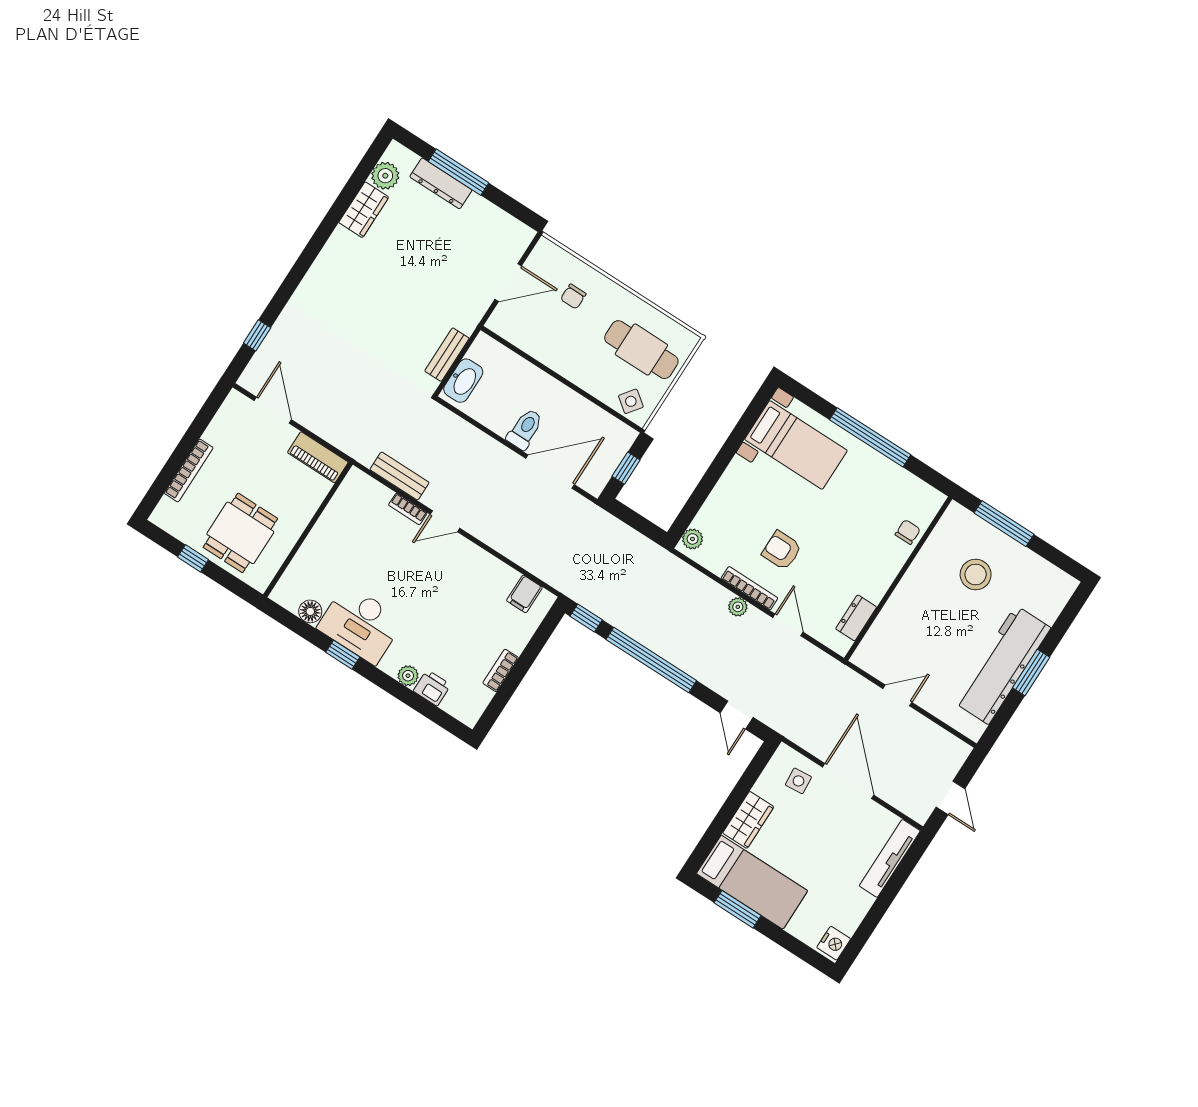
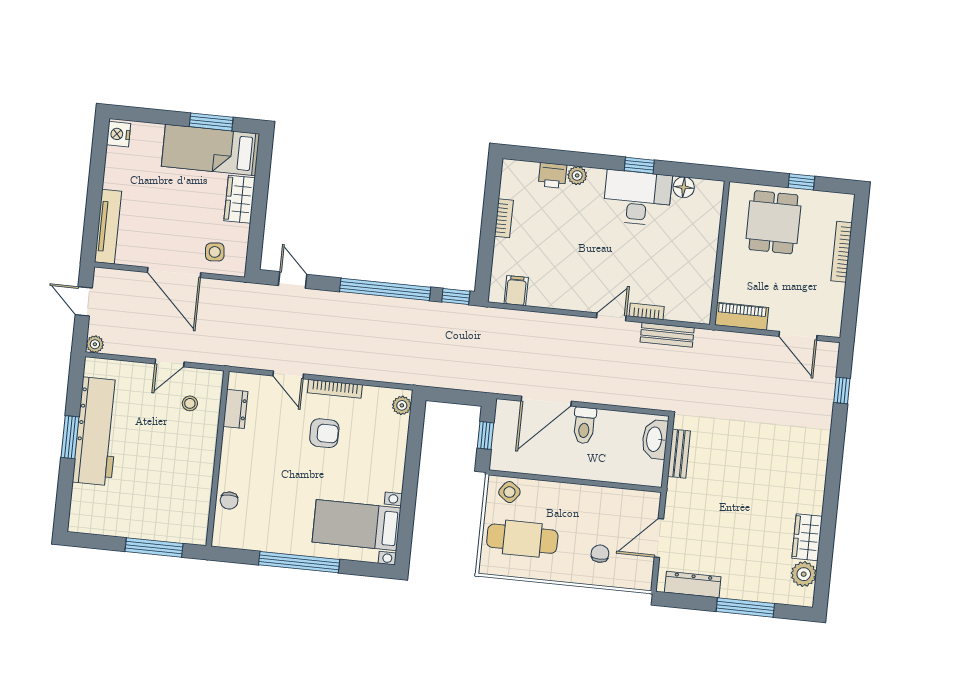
dresser: (441, 183) -> (693, 585), moved
stool: (976, 575) -> (190, 403), moved, width x0.53, depth x0.53
plant: (738, 607) -> (95, 344), moved

